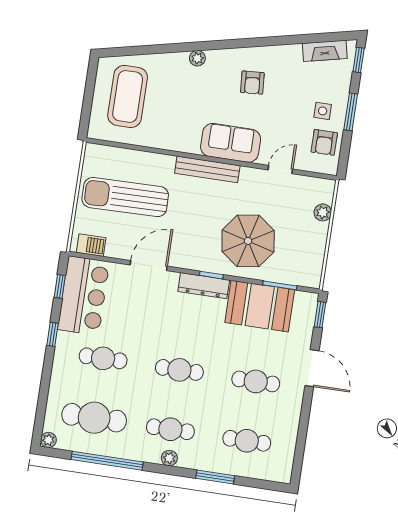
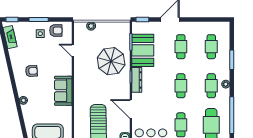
sofa: (231, 143) -> (63, 91), moved
bench: (207, 169) -> (78, 87), removed

